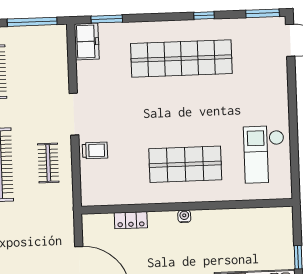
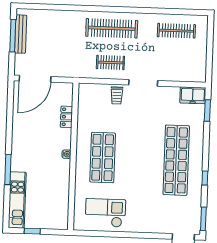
window: (32, 22) -> (209, 58), removed

